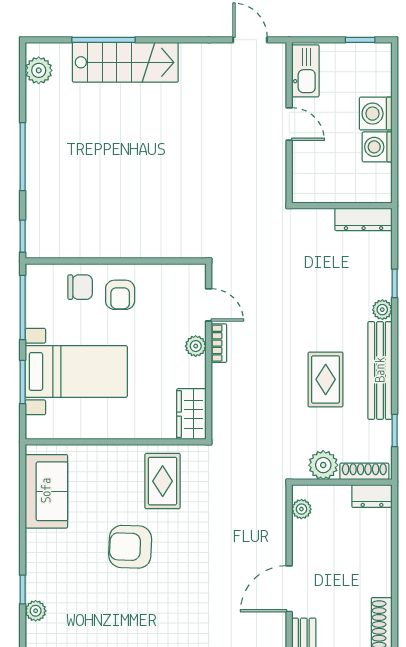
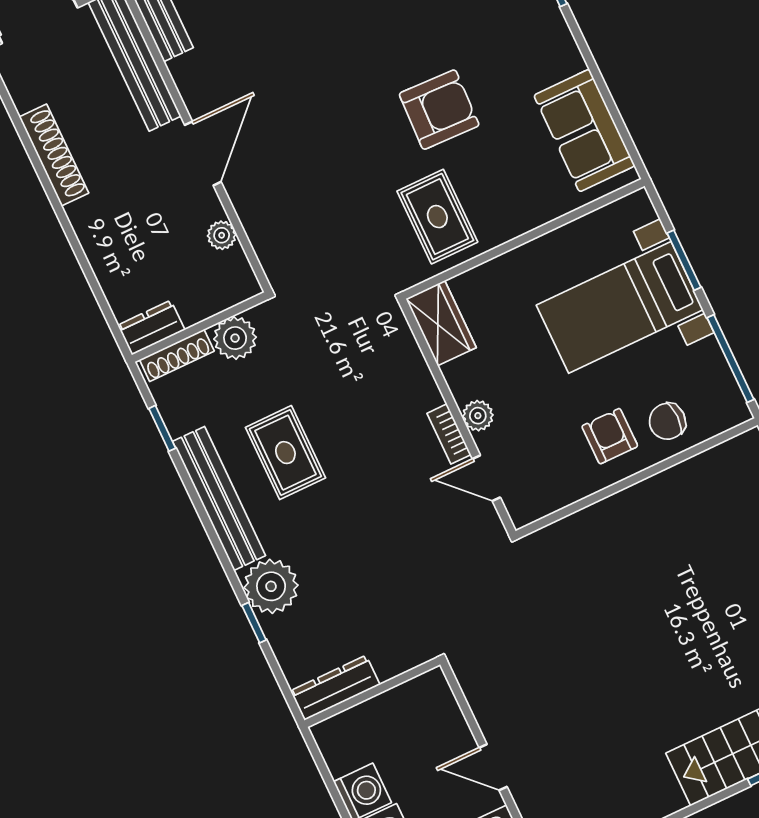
plant: (382, 310) -> (271, 586), width x1.88, depth x1.88
plant: (301, 509) -> (222, 235), moved

